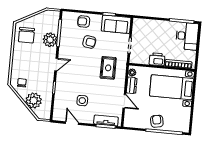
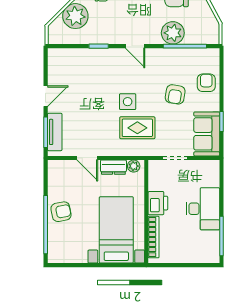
desk: (187, 36) -> (203, 209), moved, turned -90
side table: (82, 101) -> (128, 102), moved
door: (124, 101) -> (87, 158), hinge flipped
door: (72, 123) -> (46, 96), moved

